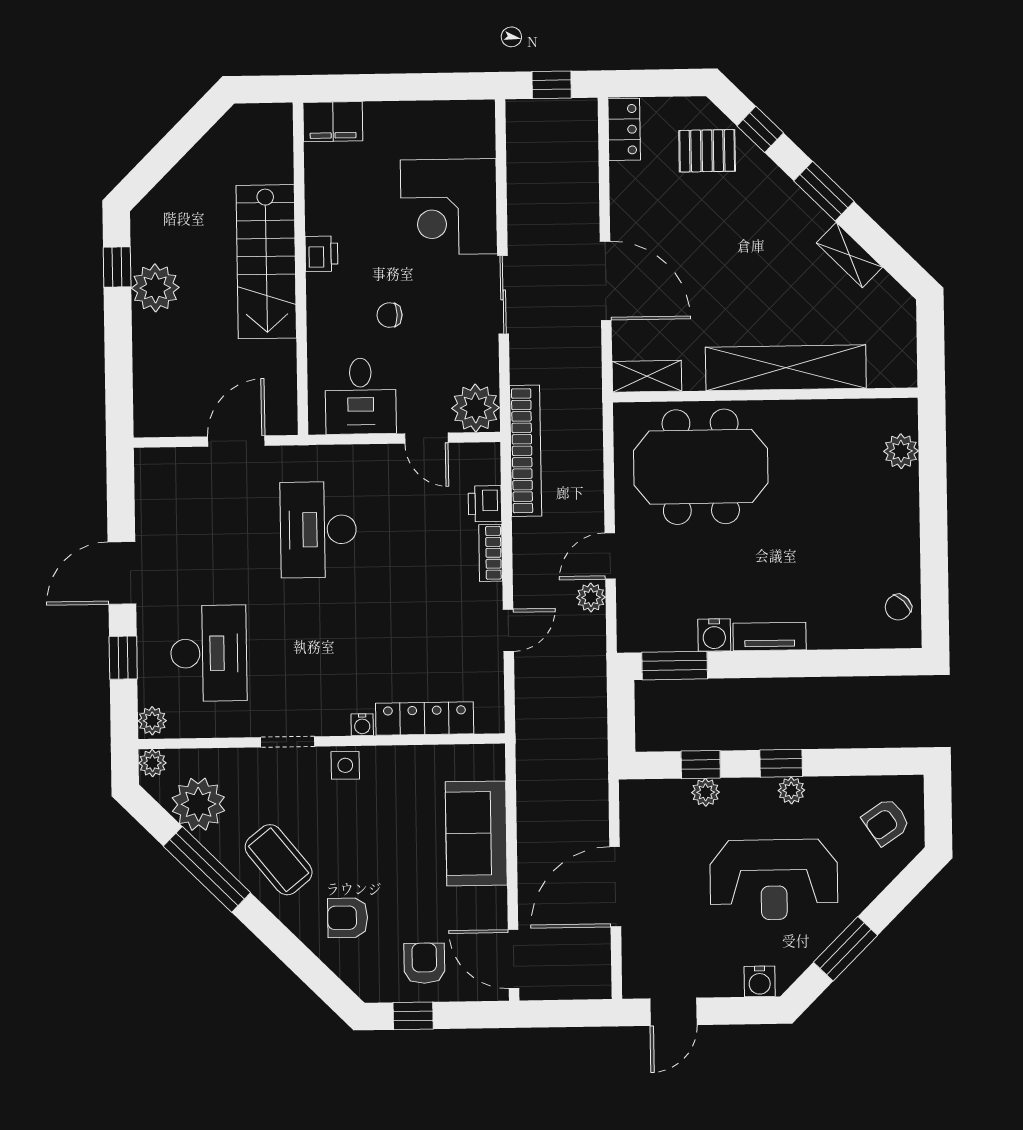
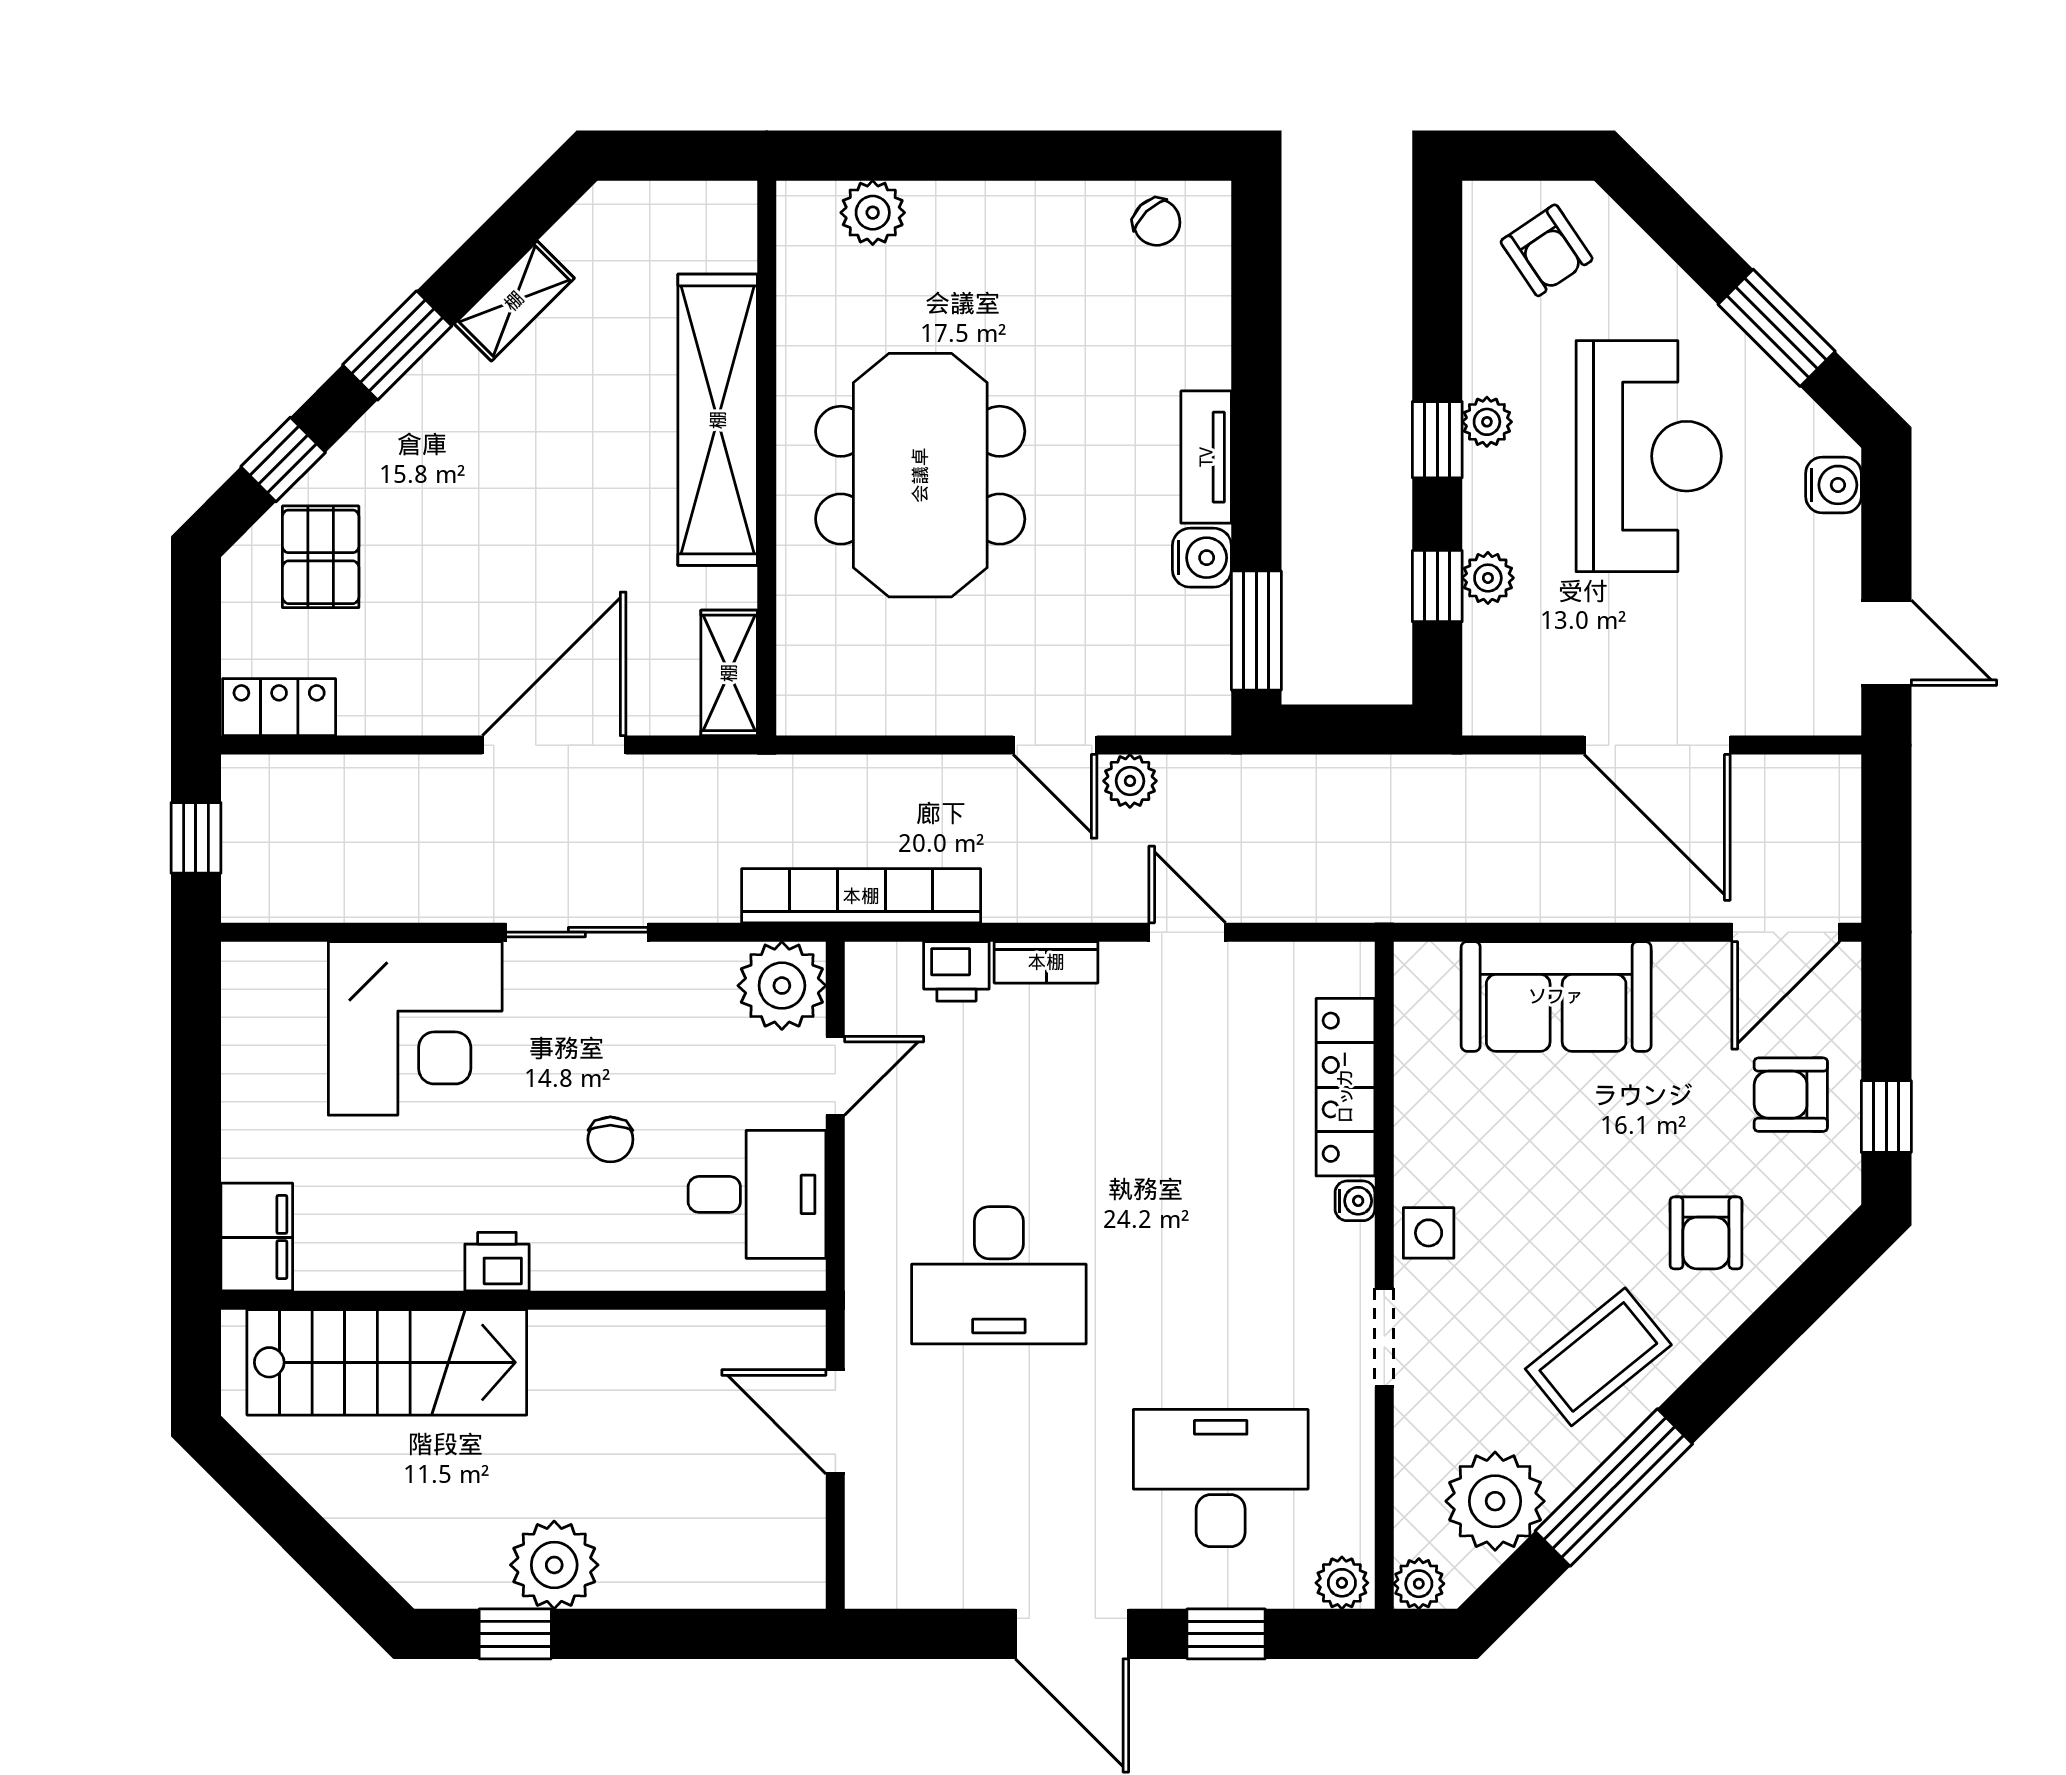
stairs: (266, 262) -> (387, 1362), moved
meeting table: (701, 467) -> (920, 475), moved

